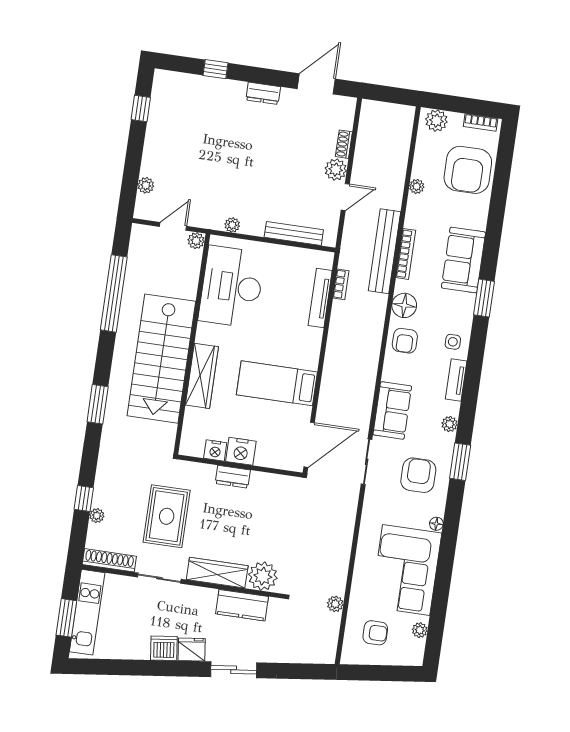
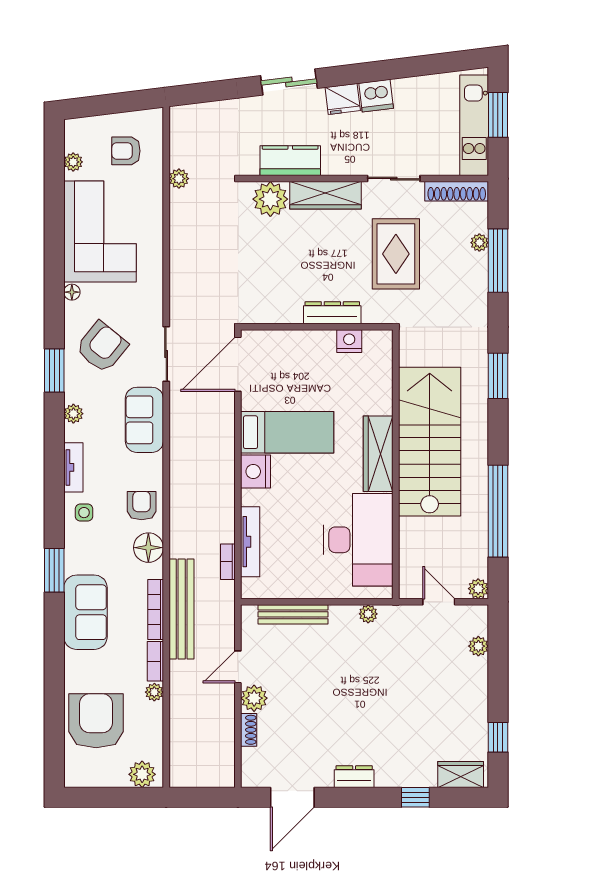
wardrobe: (176, 82) -> (461, 775), added
bookcase: (481, 122) -> (155, 661), moved, turned -90
door: (173, 226) -> (439, 602), swing flipped
plant: (196, 241) -> (478, 589), moved
wardrobe: (202, 376) -> (378, 454), moved
nightstand: (241, 451) -> (256, 472), moved, turned -90
armchair: (418, 475) -> (102, 347), turned -141
dresser: (233, 477) -> (332, 313), width x1.44
window: (84, 499) -> (498, 261), width x2.17

